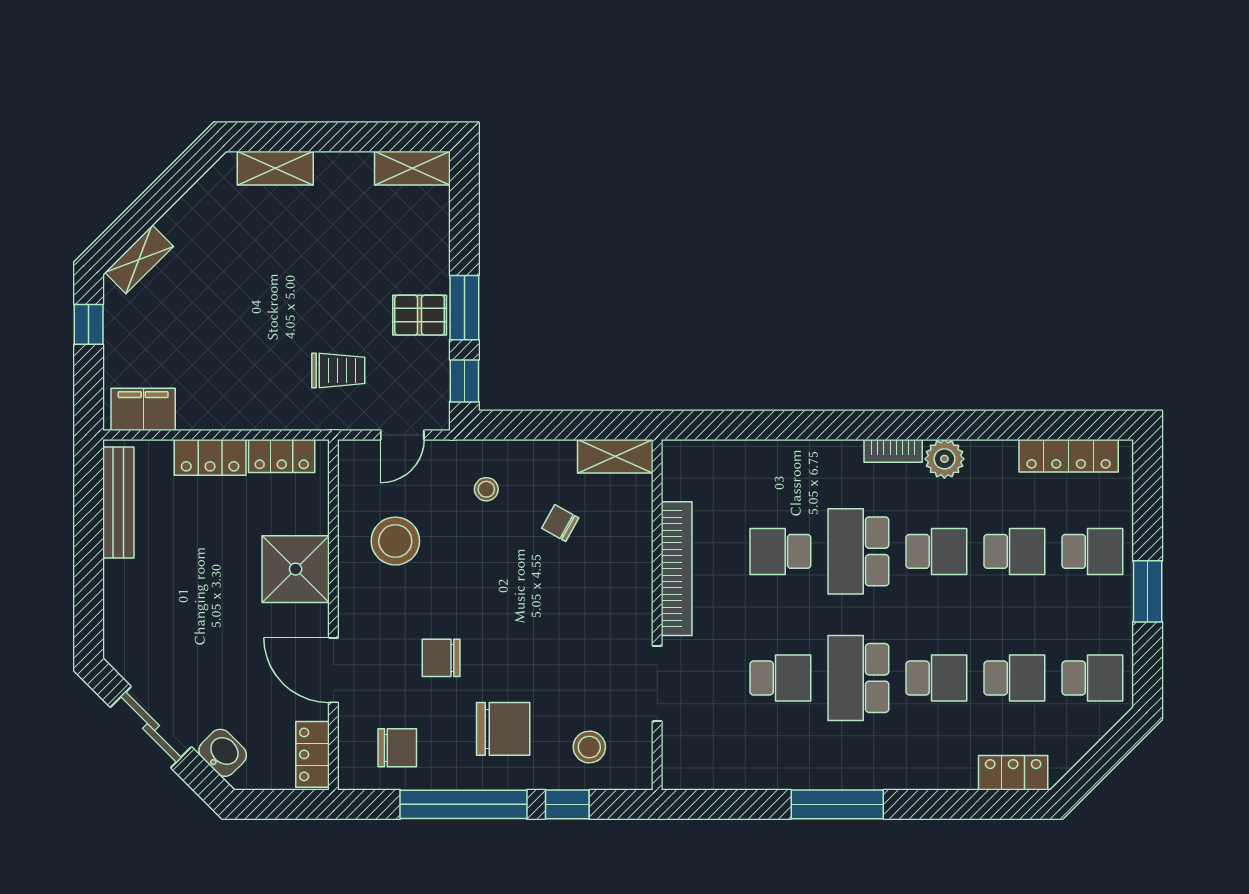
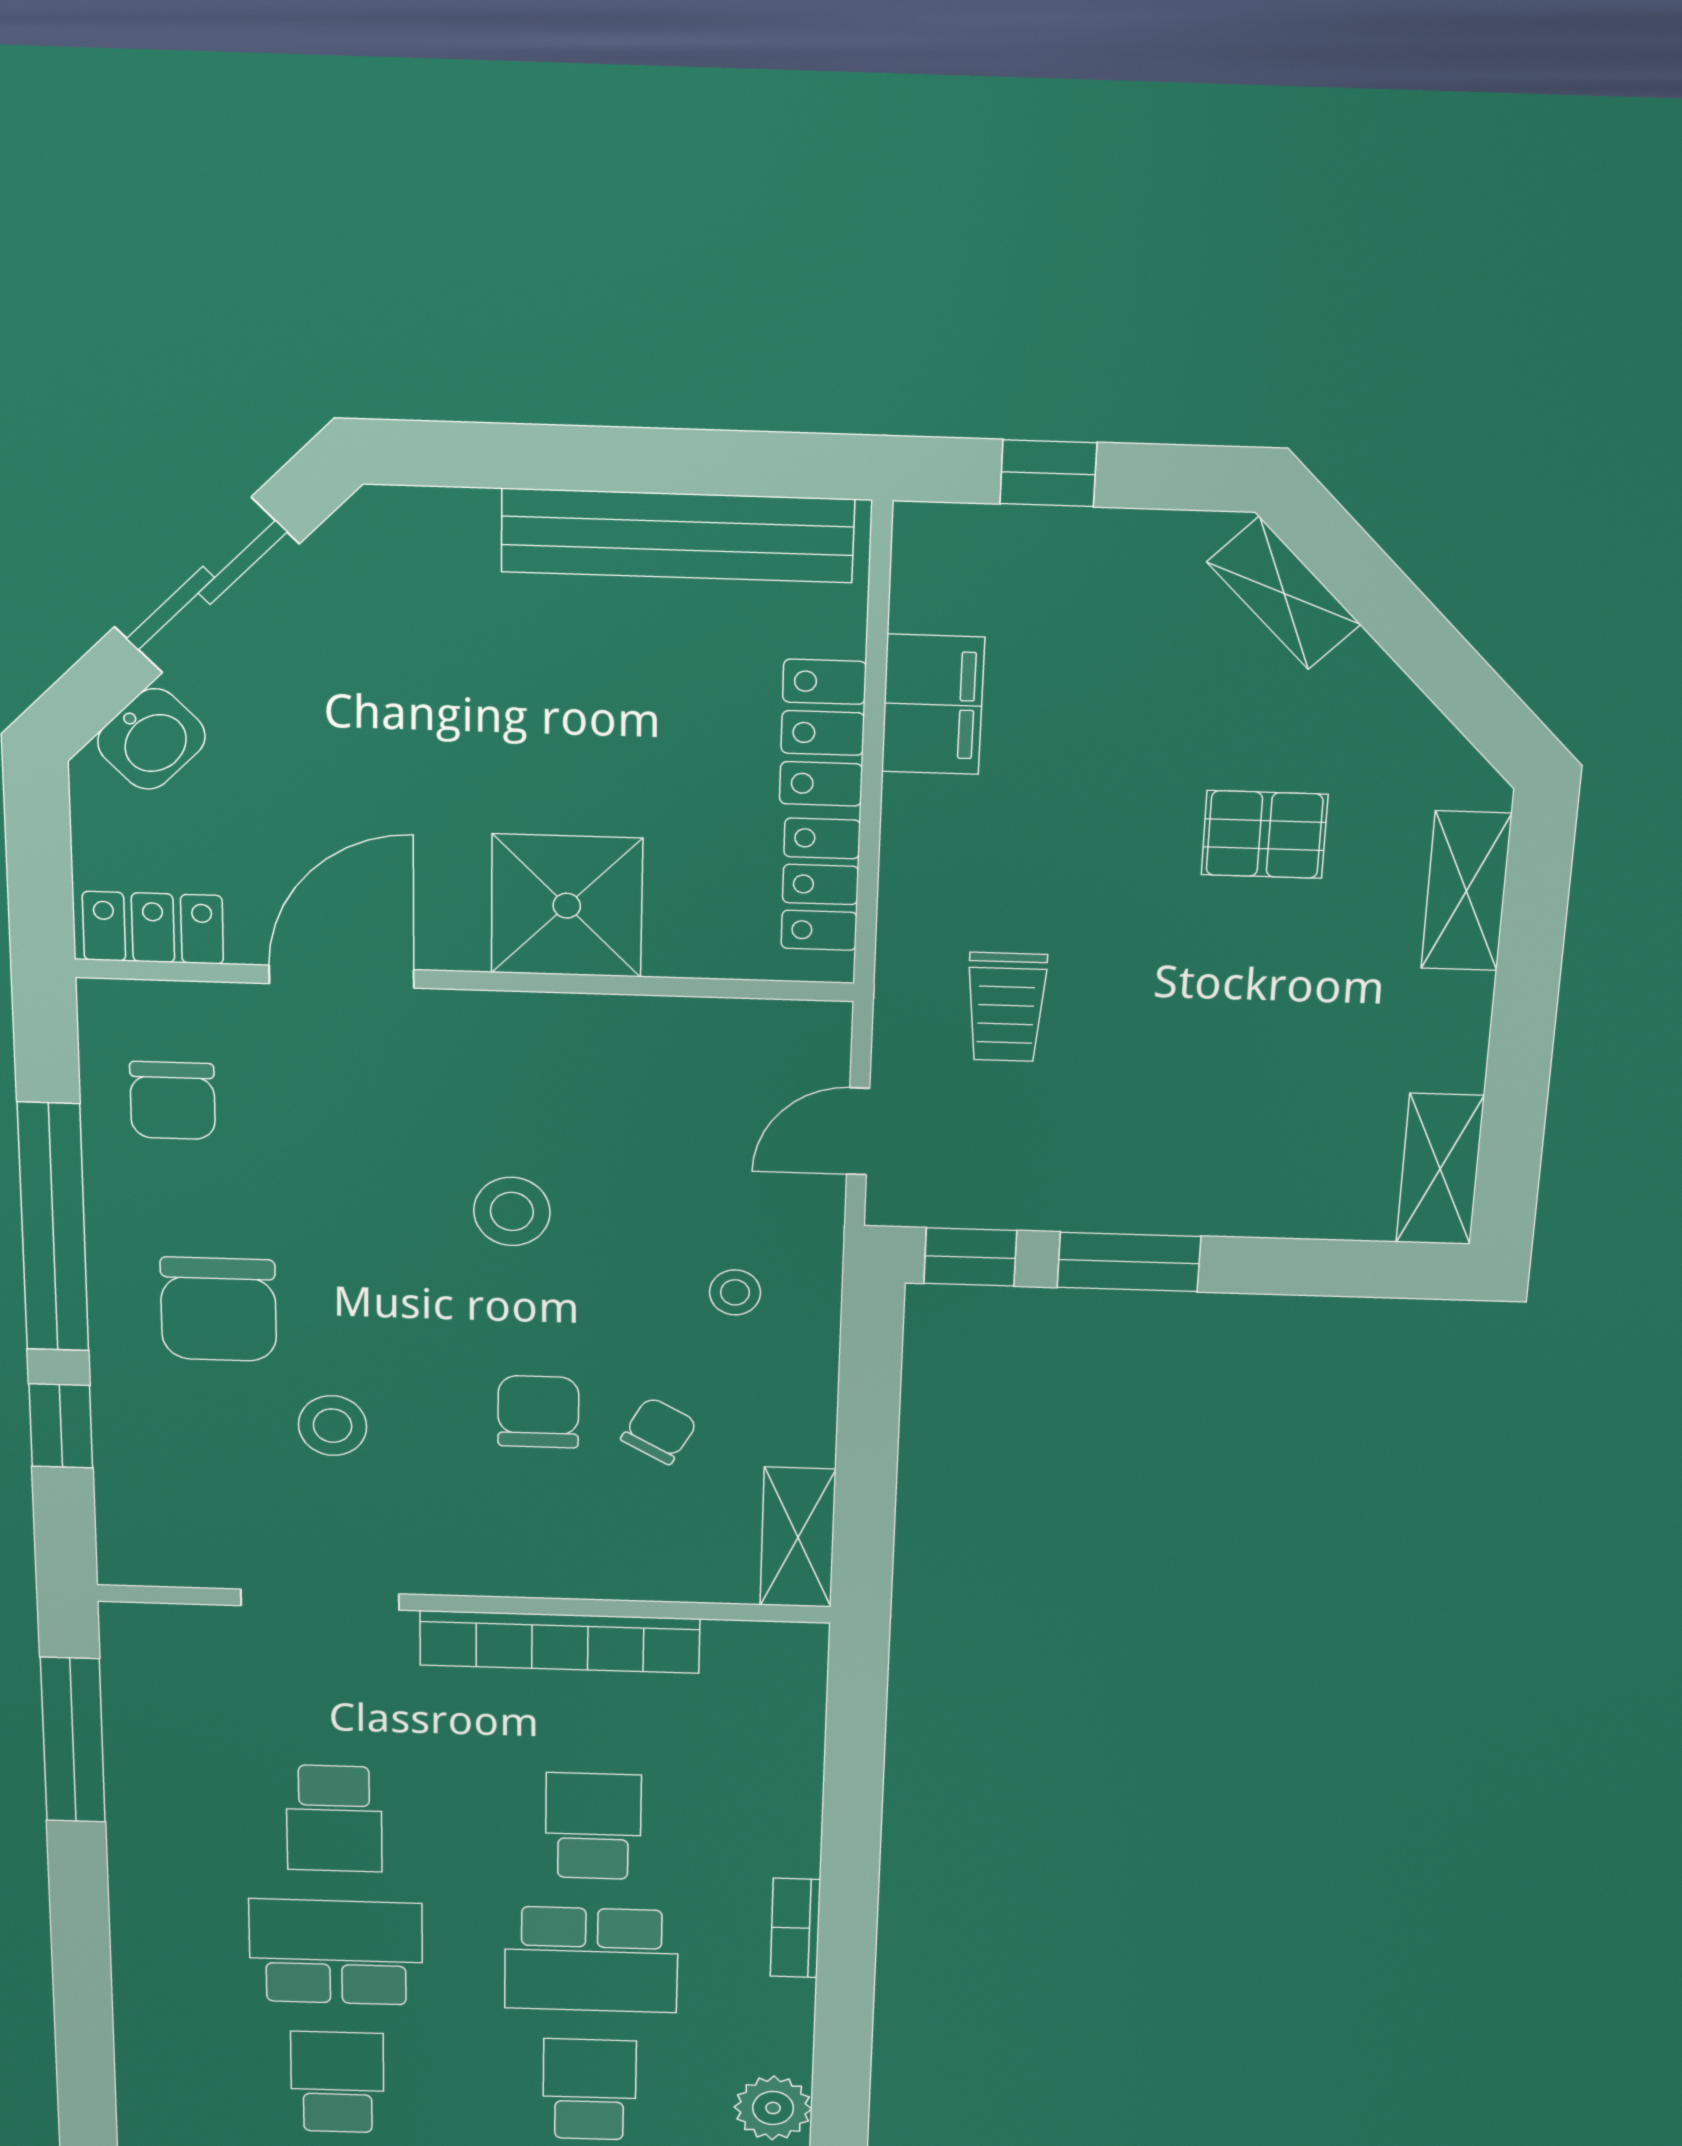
pallet: (420, 315) -> (1265, 835), moved, turned 90
window: (89, 324) -> (1048, 473), moved
filing cabinet: (143, 409) -> (933, 705), moved
door: (402, 435) -> (858, 1131), hinge flipped
bookcase: (893, 451) -> (795, 1928), moved
bench: (118, 503) -> (678, 536), width x1.37, depth x1.21
stool: (395, 541) -> (512, 1211), moved, width x0.73, depth x0.73
school desk: (858, 551) -> (591, 1960), turned 180
school desk: (936, 551) -> (589, 2089), turned 180
chair: (441, 658) -> (538, 1412), moved
school desk: (936, 678) -> (337, 2082), turned 180
stool: (589, 747) -> (333, 1426), moved
window: (837, 804) -> (73, 1740), moved

